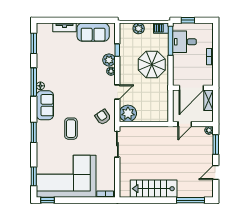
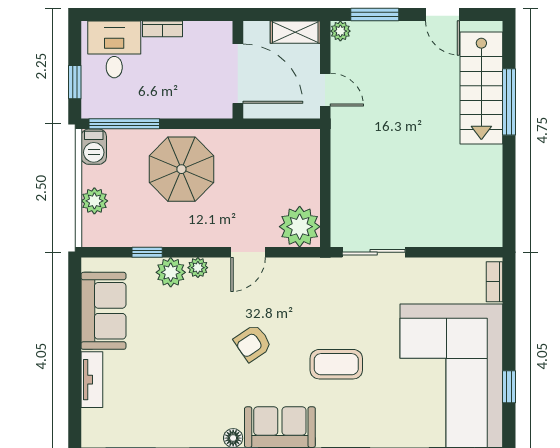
desk: (184, 42) -> (114, 49), moved, turned 180
door: (117, 92) -> (248, 252), swing flipped
shelving: (208, 100) -> (295, 32), moved
armchair: (103, 117) -> (253, 343), moved
stairs: (154, 189) -> (481, 88), moved
window: (47, 200) -> (509, 387), moved
window: (191, 200) -> (509, 102), moved

